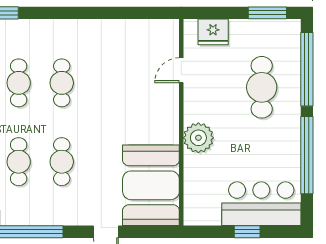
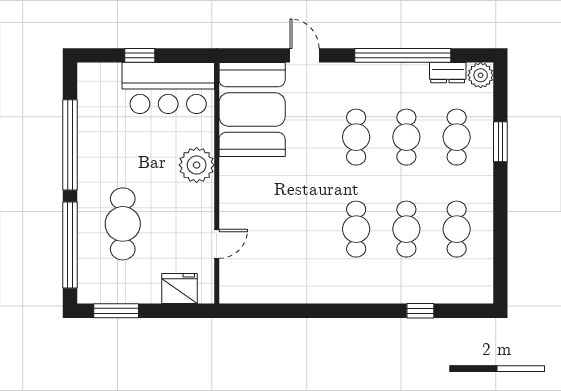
bar counter: (261, 204) -> (168, 88), moved

